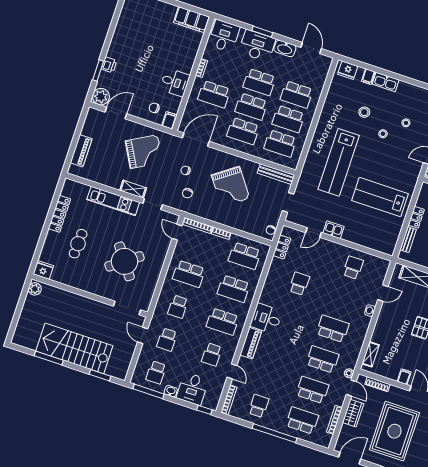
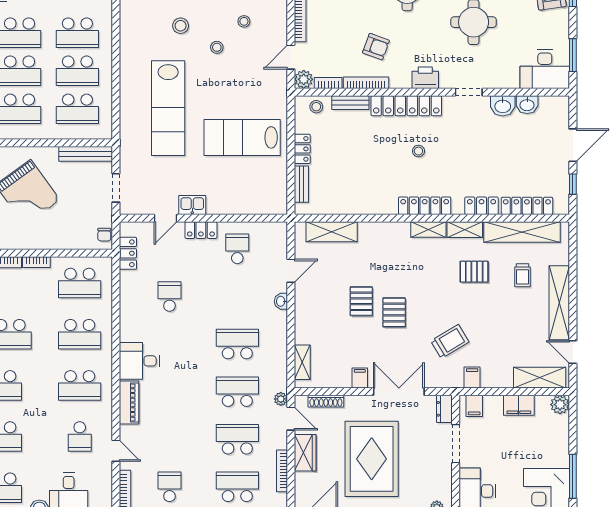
locker: (334, 248) -> (201, 230), added

